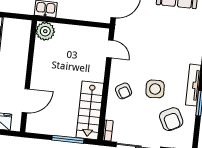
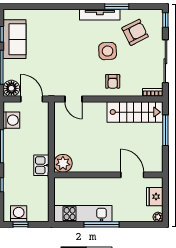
door: (110, 49) -> (73, 99), swing flipped
armchair: (124, 91) -> (113, 81), turned 120

